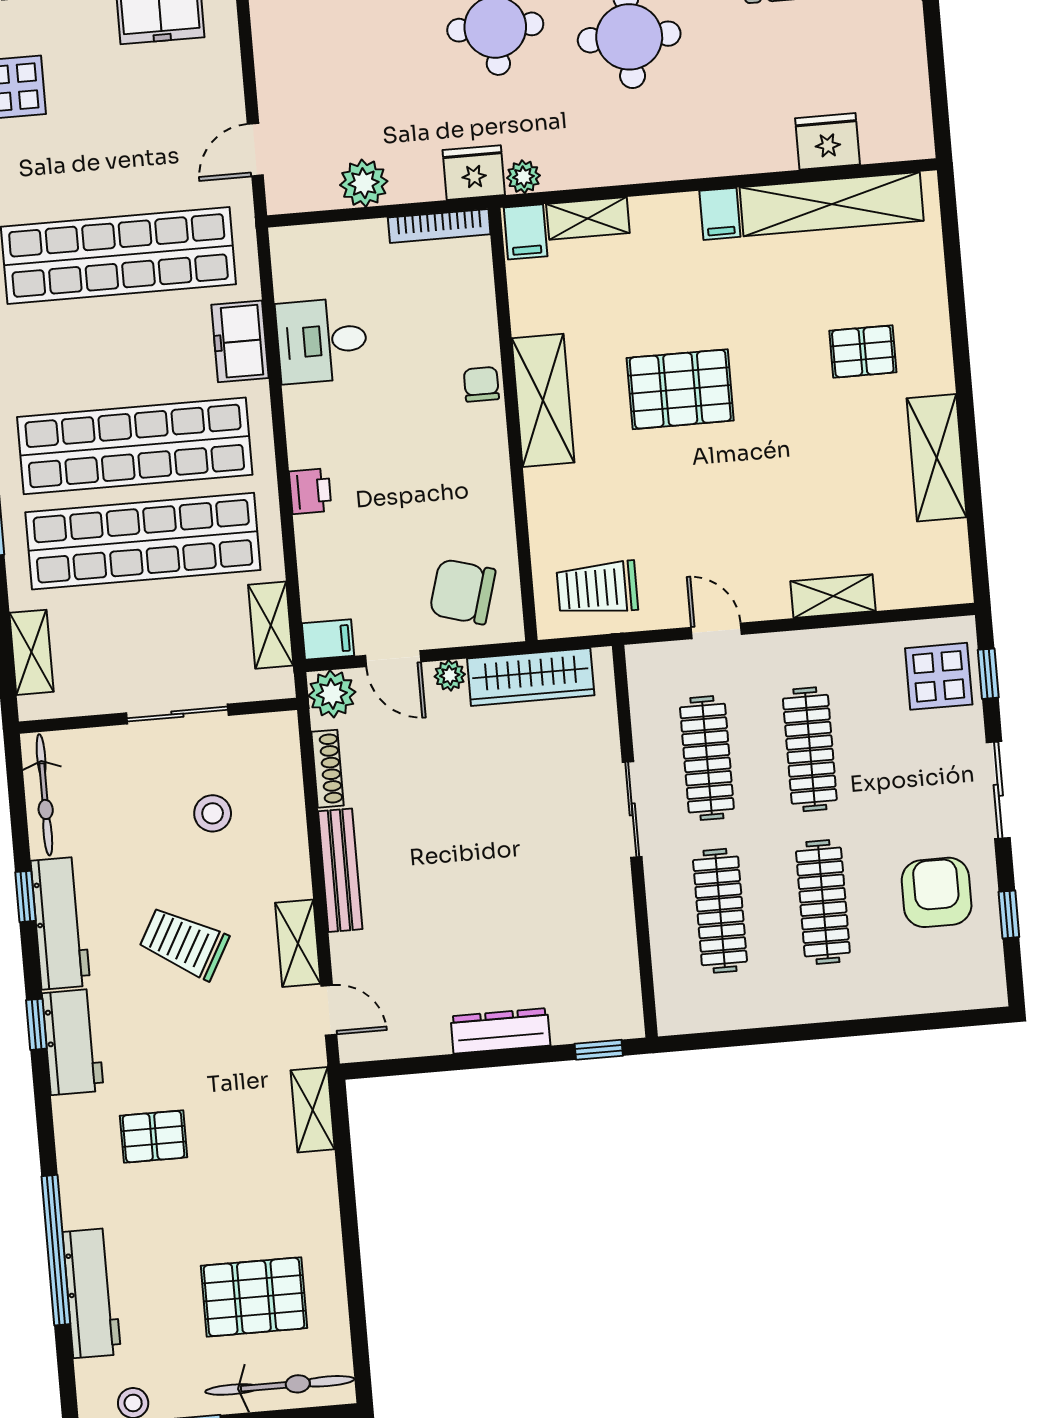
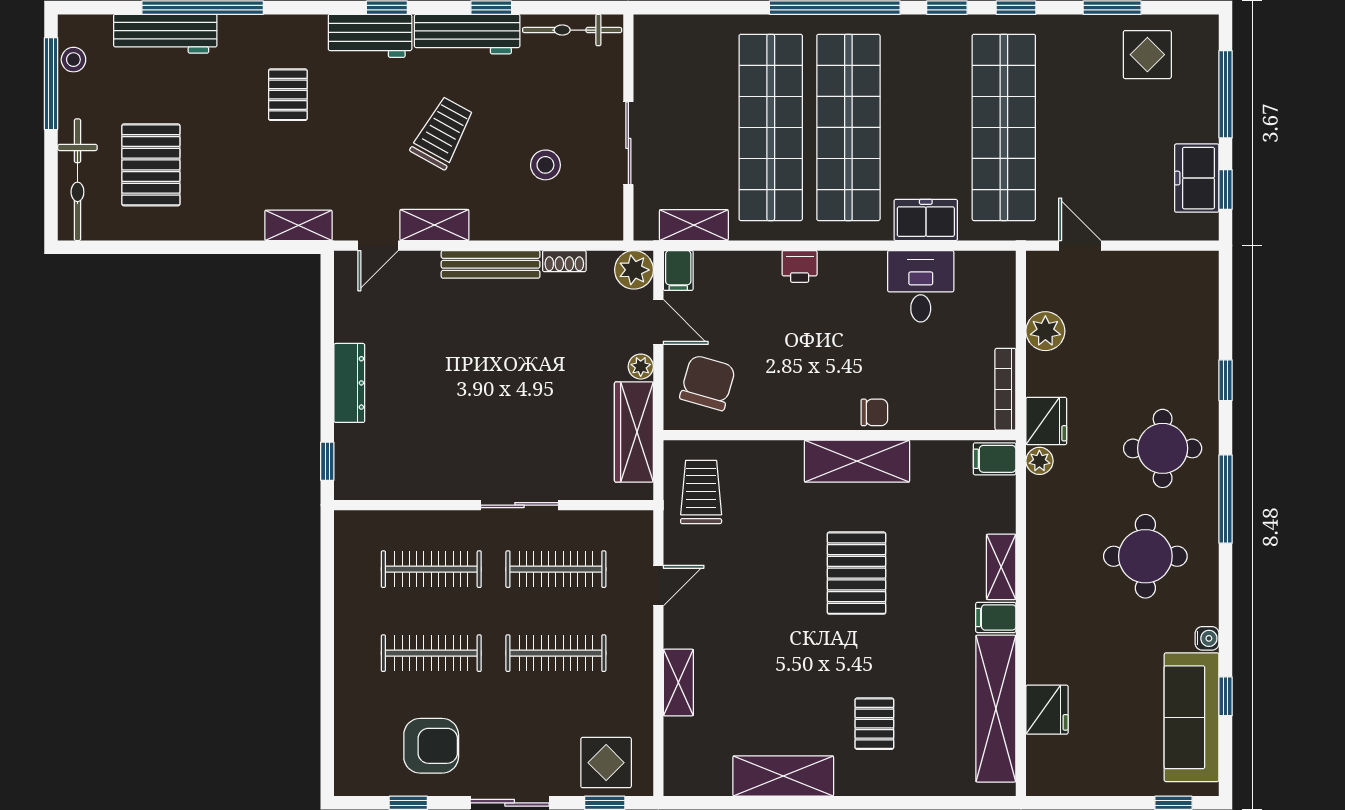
shelving: (588, 218) -> (1001, 567), moved
shelving: (31, 652) -> (688, 29), removed
door: (393, 659) -> (658, 322), swing flipped
shoe rack: (327, 769) -> (564, 261), width x0.70

